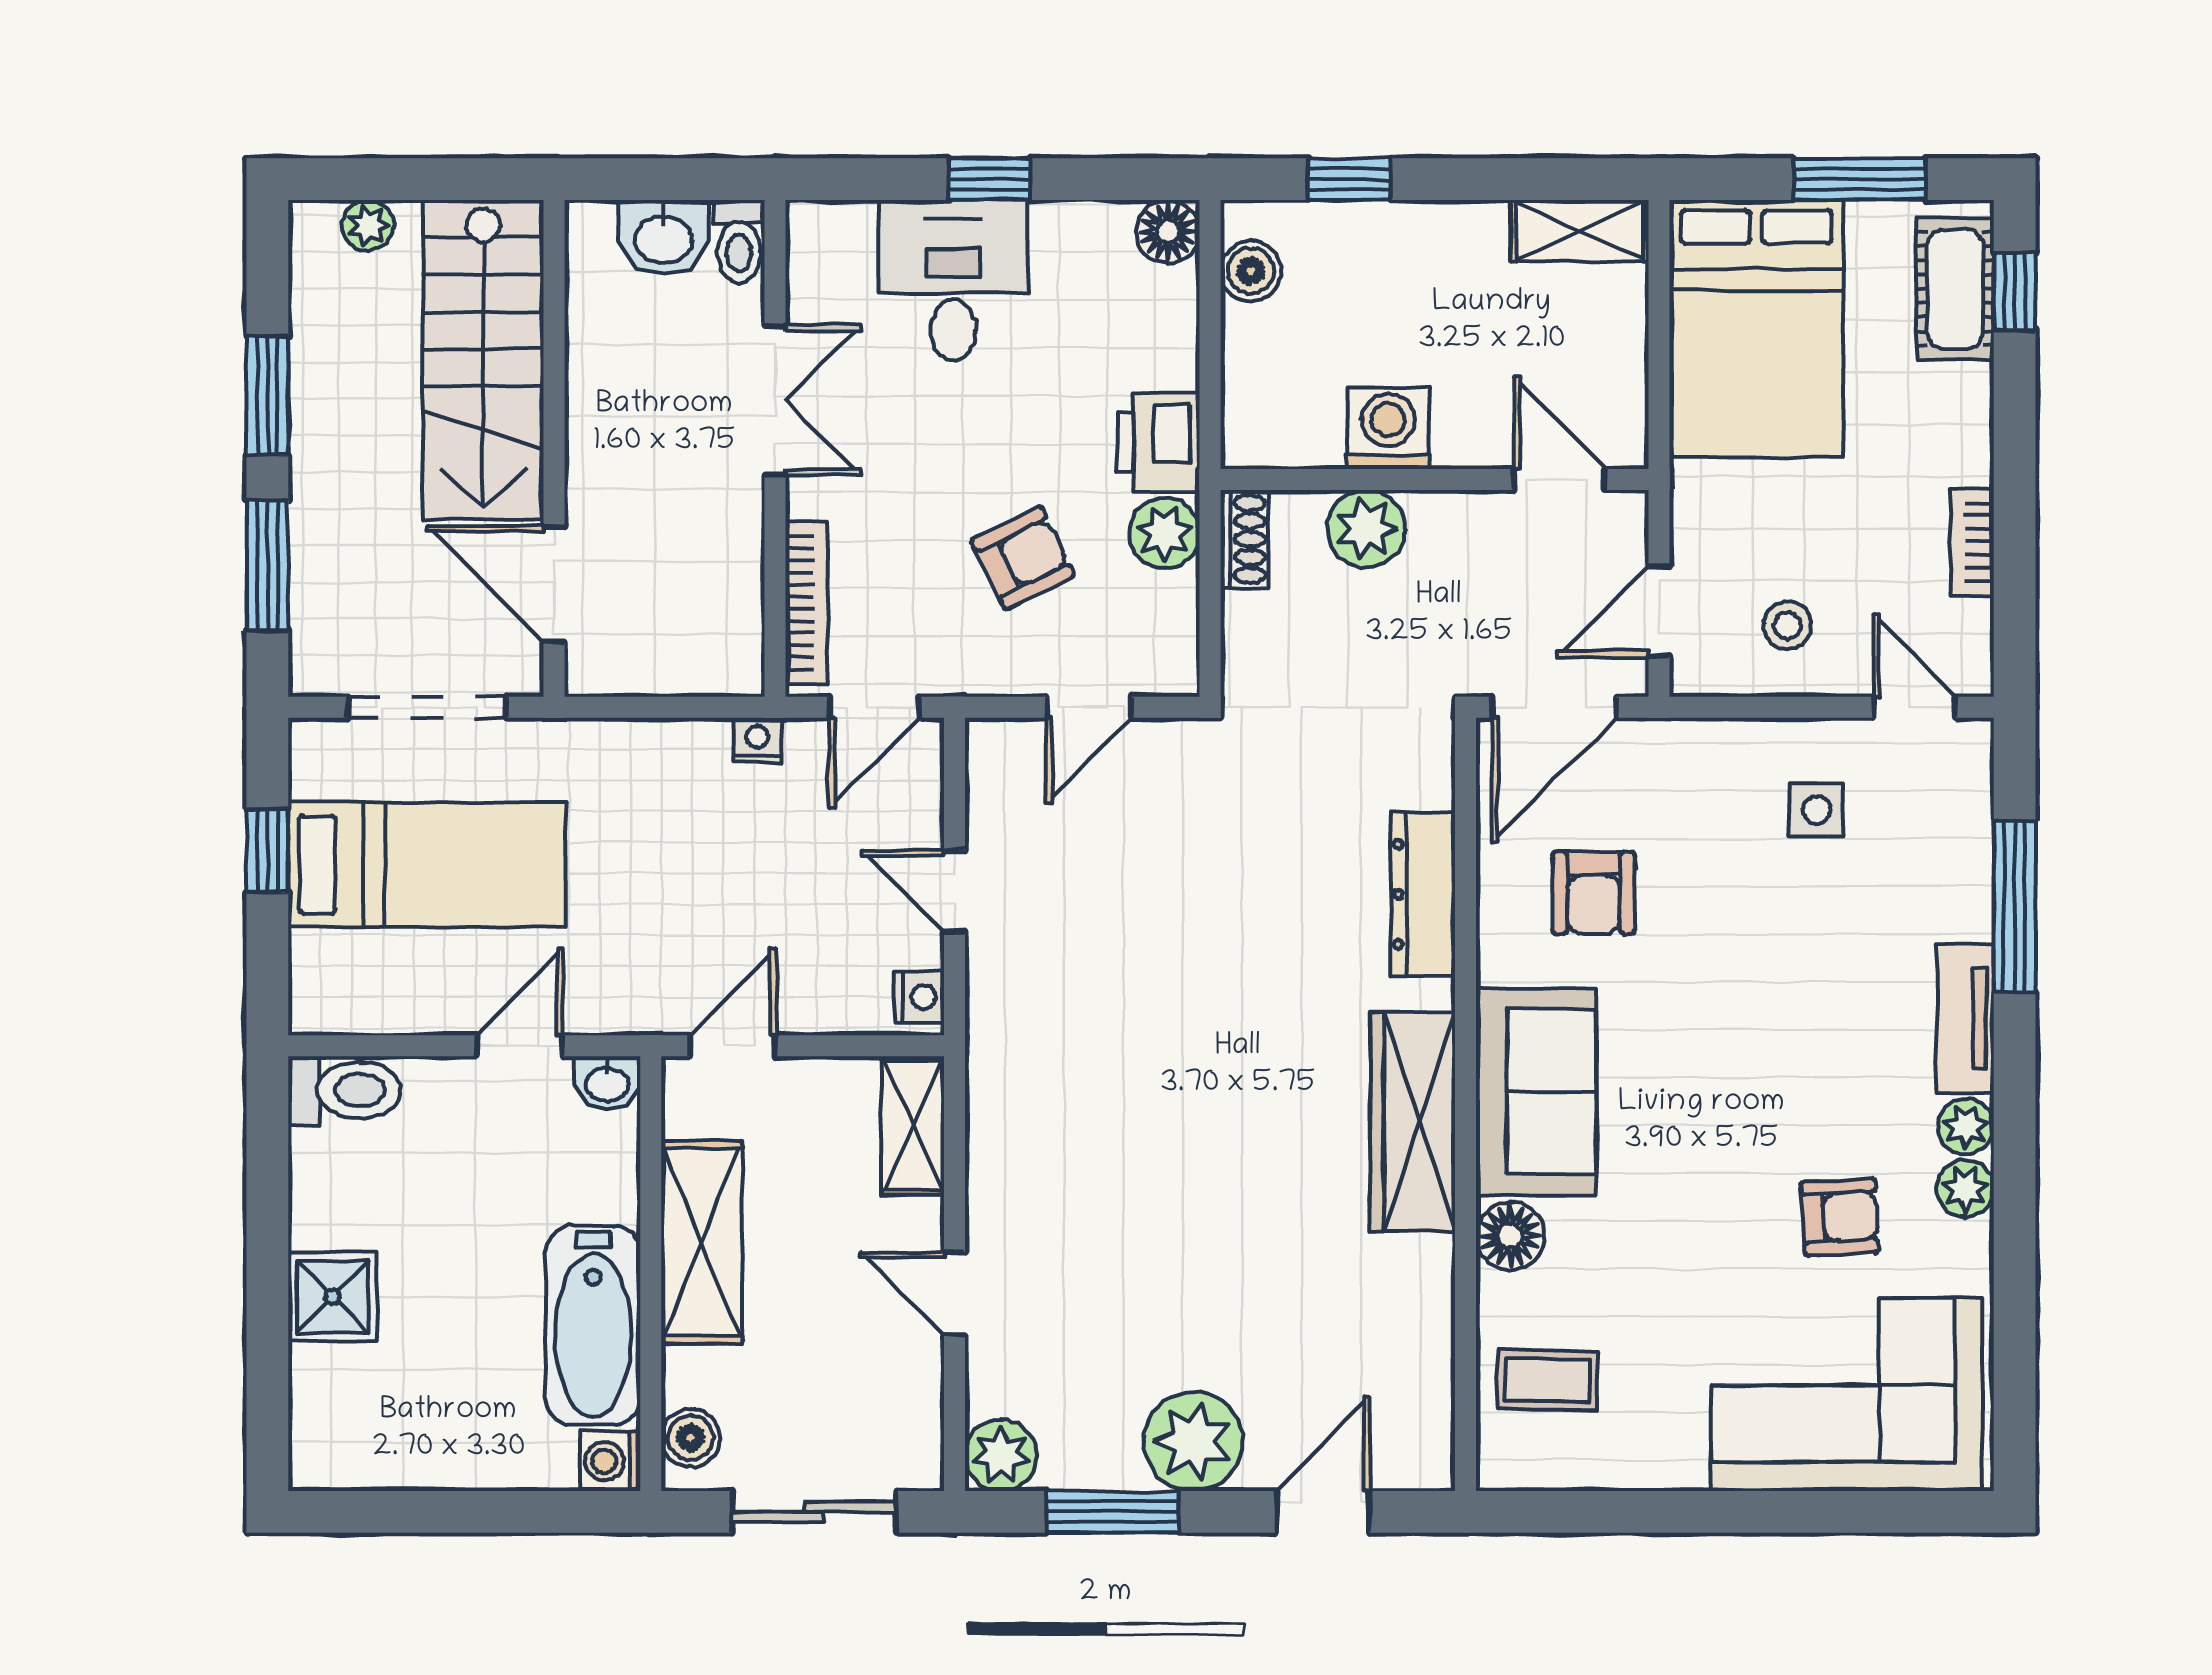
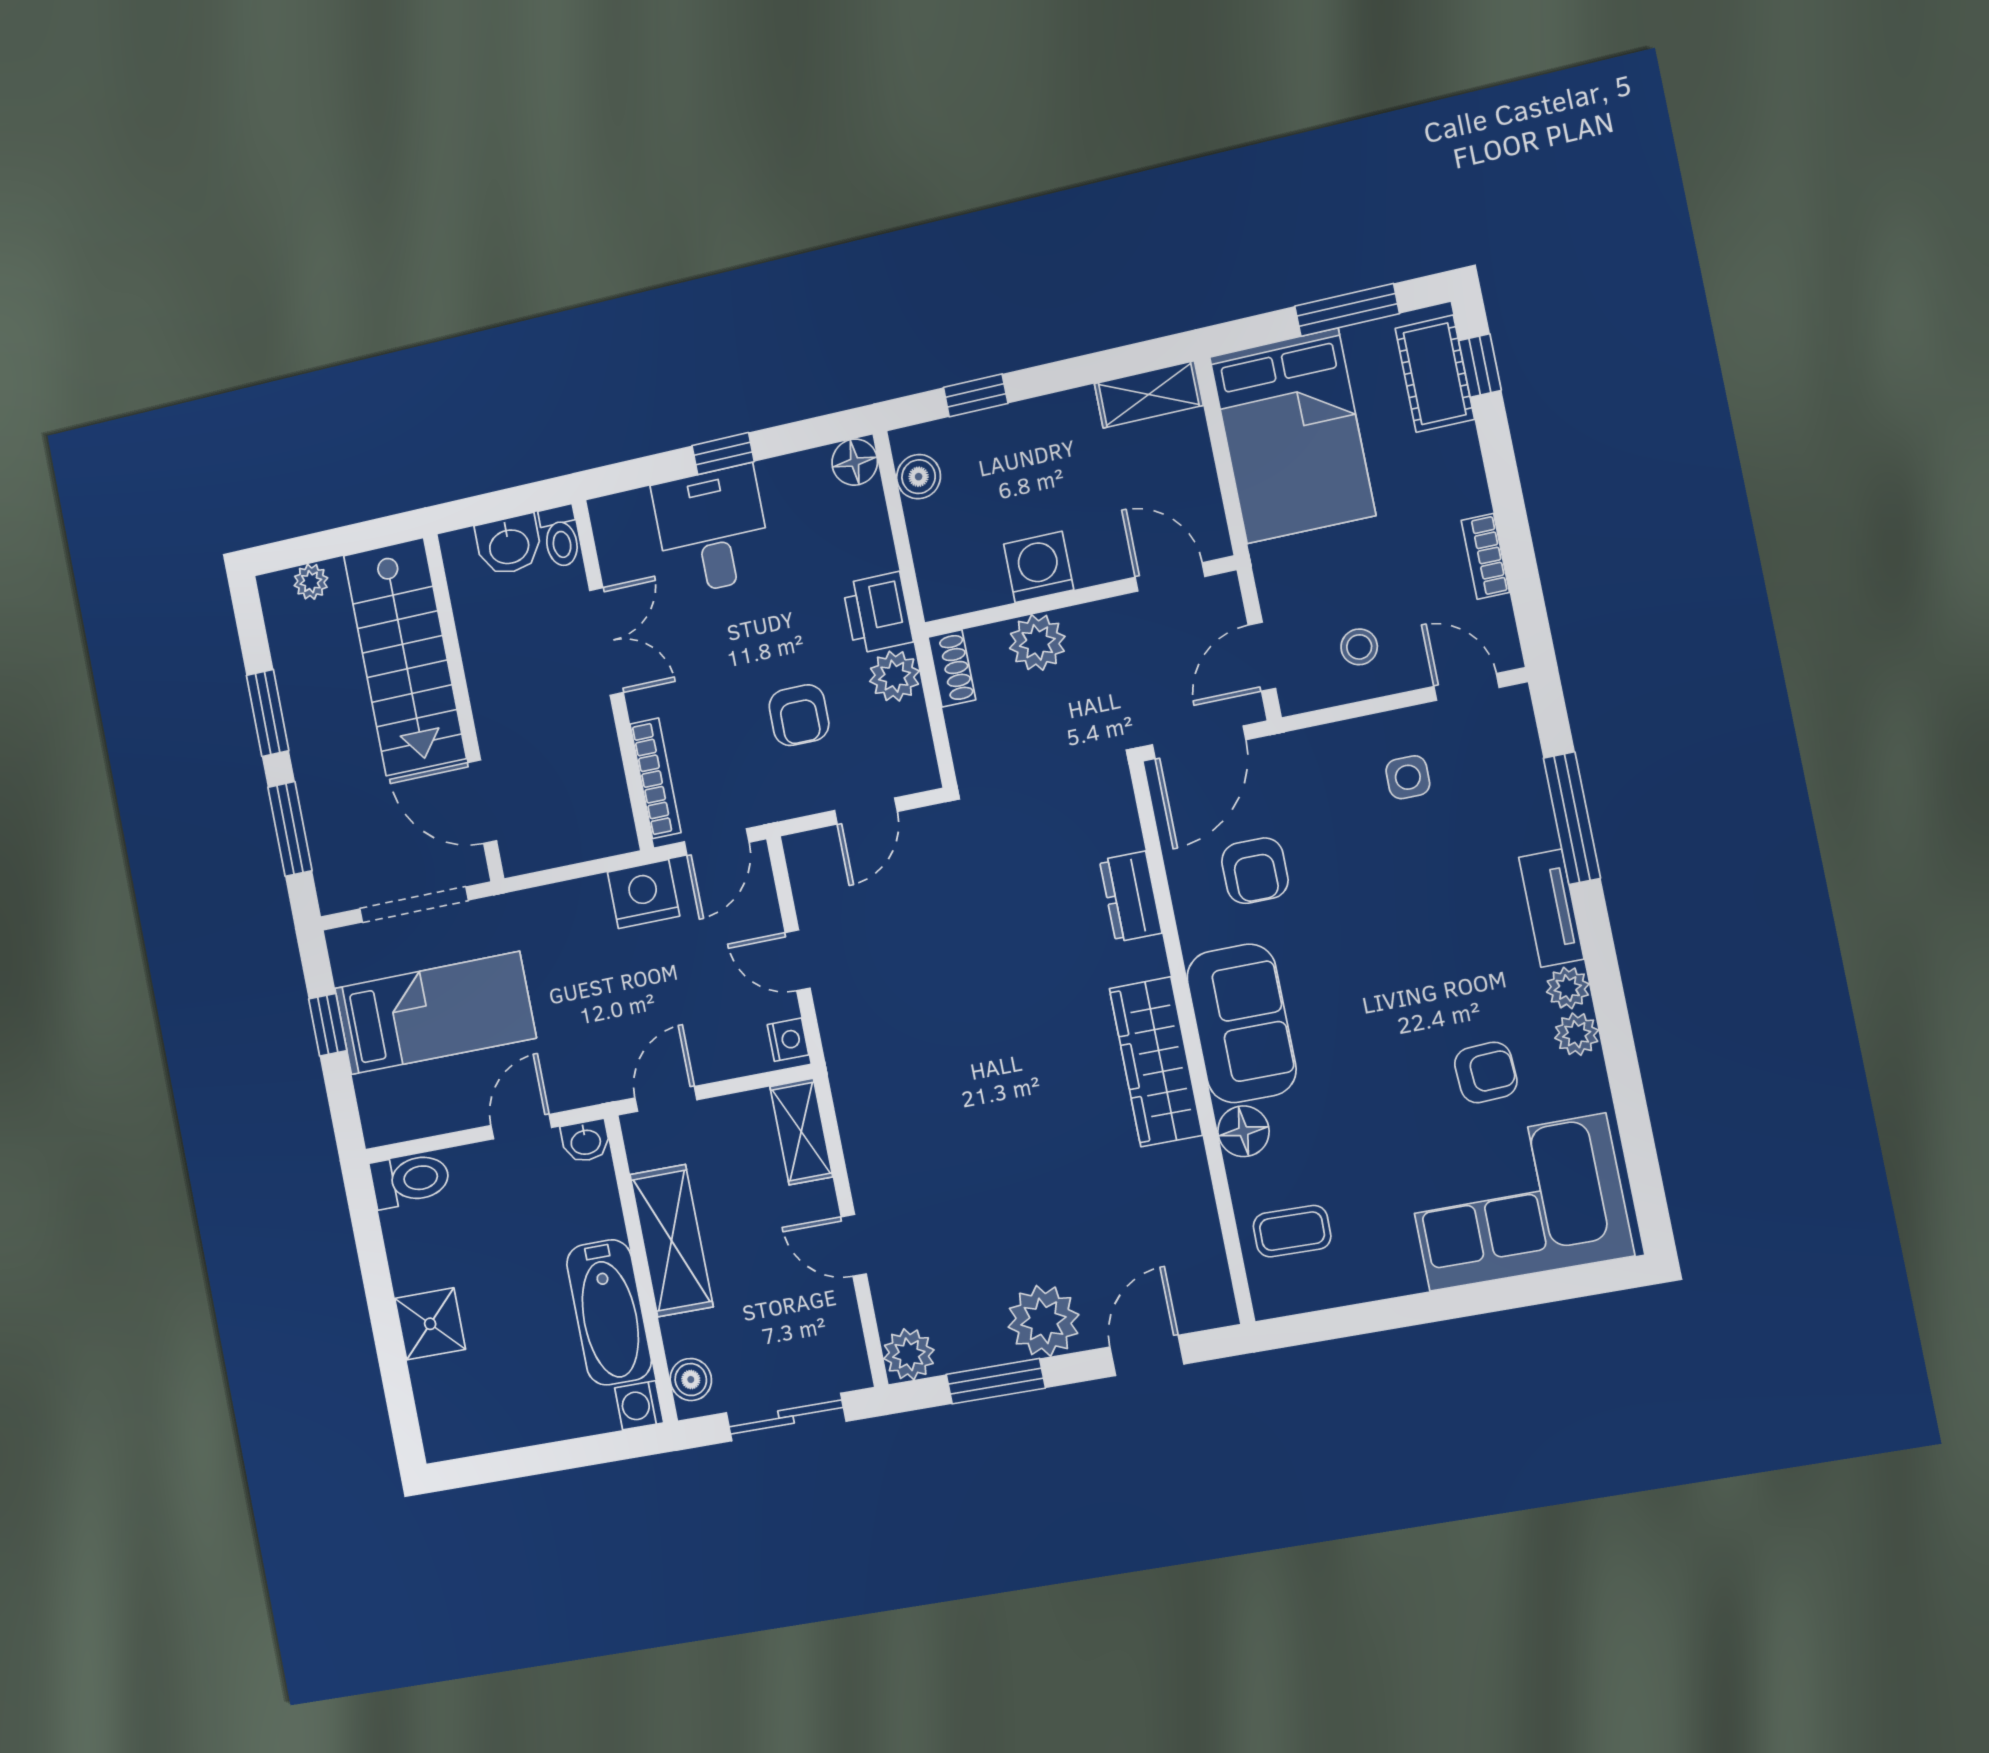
armchair: (1023, 558) -> (799, 715), turned 116
nightstand: (758, 740) -> (643, 894), width x1.89, depth x1.79
dresser: (1423, 894) -> (1131, 897), width x0.70

